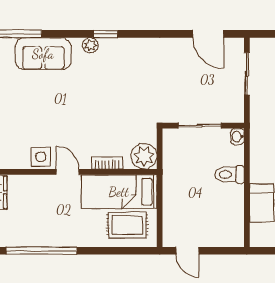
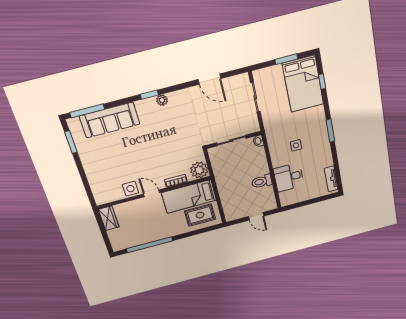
door: (208, 34) -> (209, 79), moved
plant: (90, 45) -> (162, 100), moved
sofa: (43, 54) -> (110, 120), width x1.36
toilet: (229, 174) -> (262, 181), moved
door: (187, 251) -> (256, 216), moved

